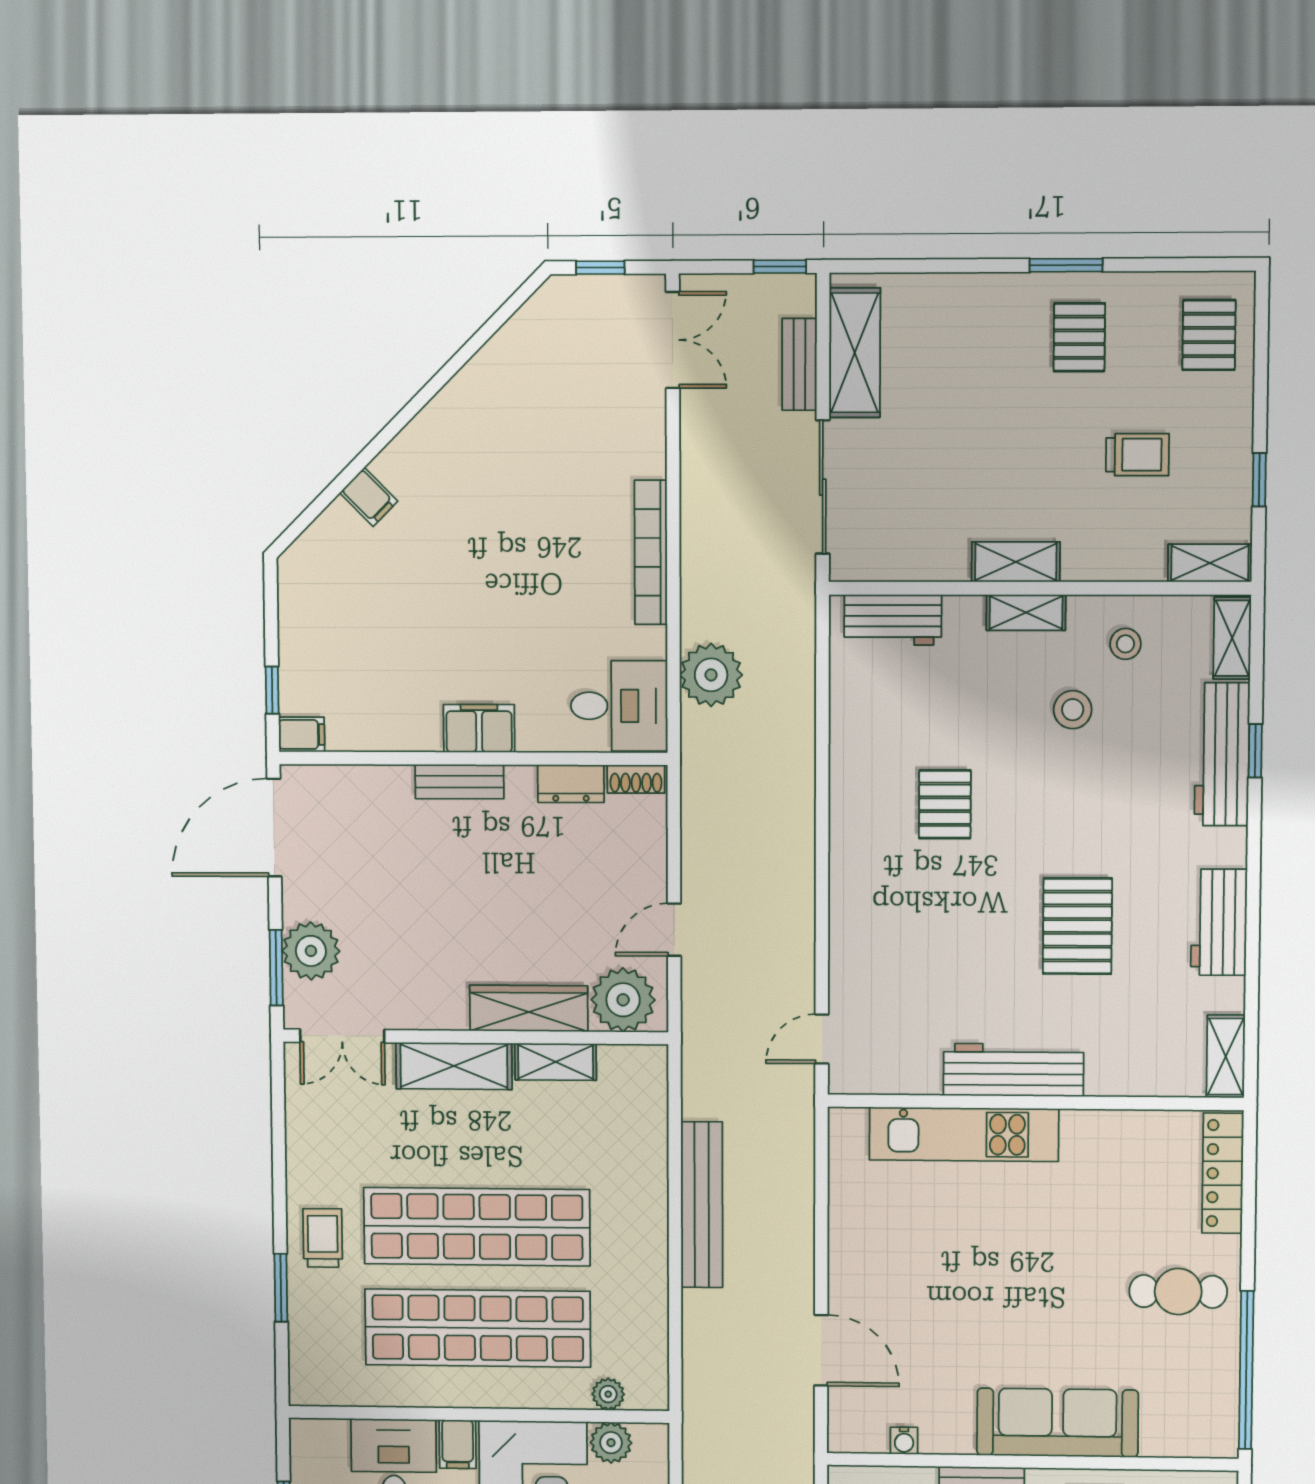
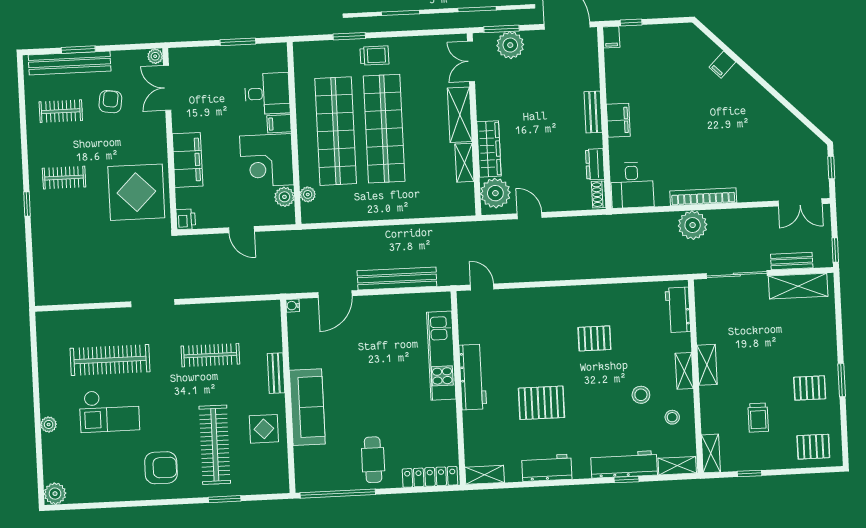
plant: (711, 675) -> (693, 225), moved
bench: (702, 1205) -> (397, 278), moved
water cooler: (904, 1441) -> (293, 306), moved

